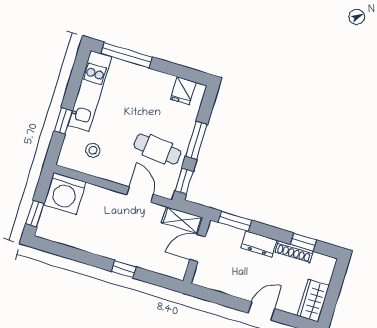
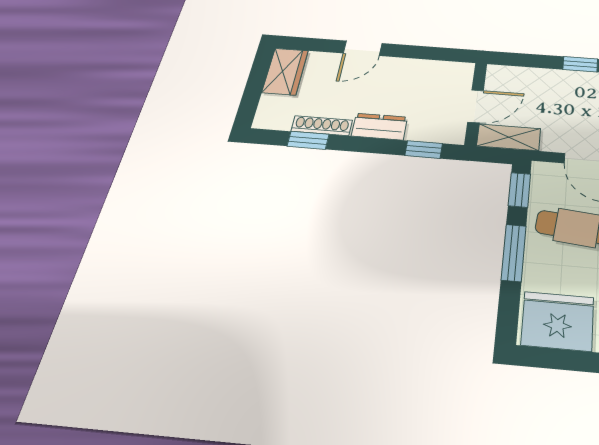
fridge: (183, 91) -> (558, 321), width x1.88, depth x1.34
window: (235, 221) -> (424, 150), width x0.67

